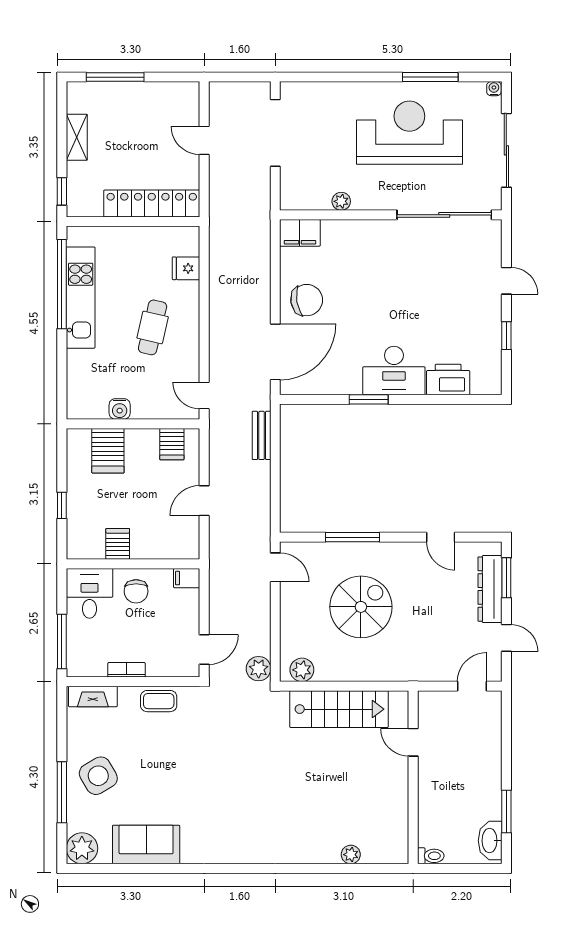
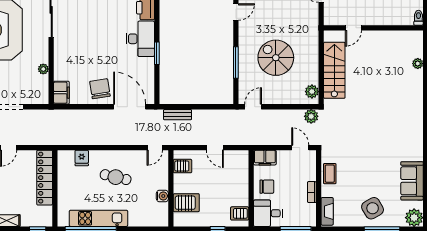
server rack: (118, 544) -> (240, 213), moved
filing cabinet: (187, 578) -> (265, 158), width x2.00

